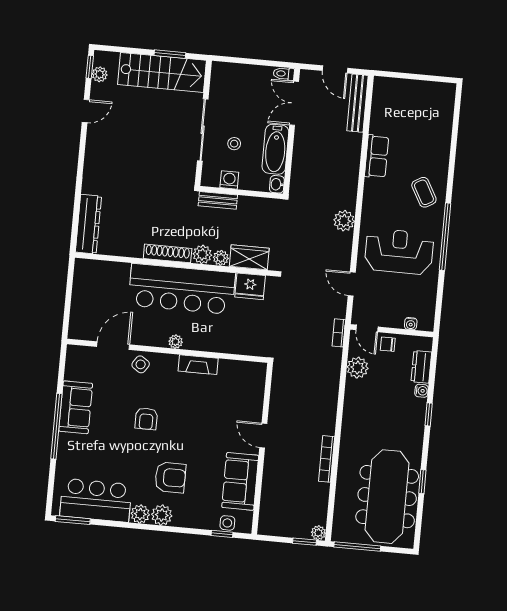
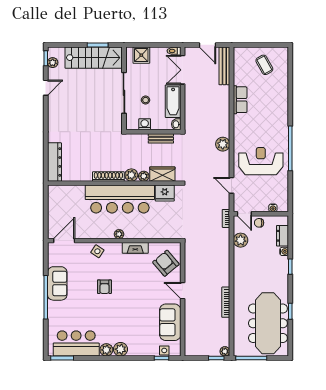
shower: (234, 75) -> (141, 55), added
coffee table: (424, 192) -> (264, 65), moved
bench: (218, 200) -> (161, 138), moved
door: (113, 346) -> (64, 241), moved
armchair: (170, 477) -> (166, 263), moved, turned -130

